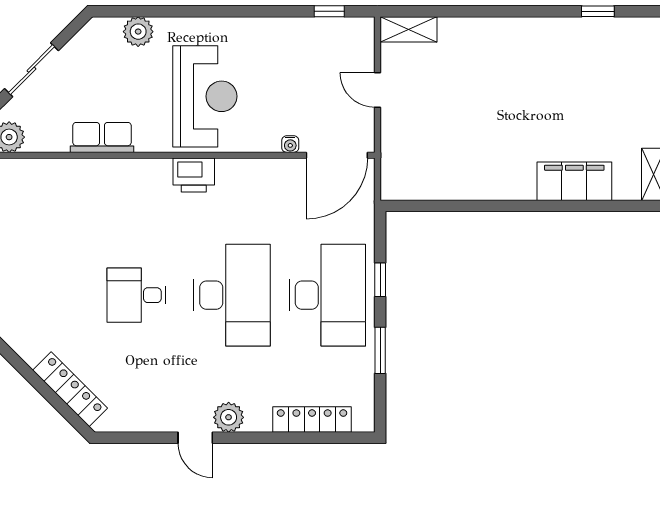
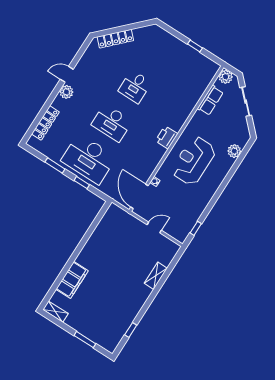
shelving: (408, 29) -> (156, 276), moved
reception desk: (205, 96) -> (194, 161), turned 90
row of seats: (102, 137) -> (210, 100), moved
desk: (136, 295) -> (135, 87), turned 180
desk: (232, 295) -> (112, 123), width x0.73, depth x0.77

